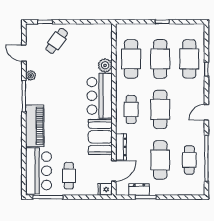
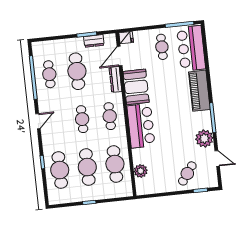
plant: (105, 65) -> (141, 171), moved
plant: (31, 75) -> (204, 139), width x1.88, depth x1.88
cafe table: (160, 109) -> (82, 119), width x0.73, depth x0.74

